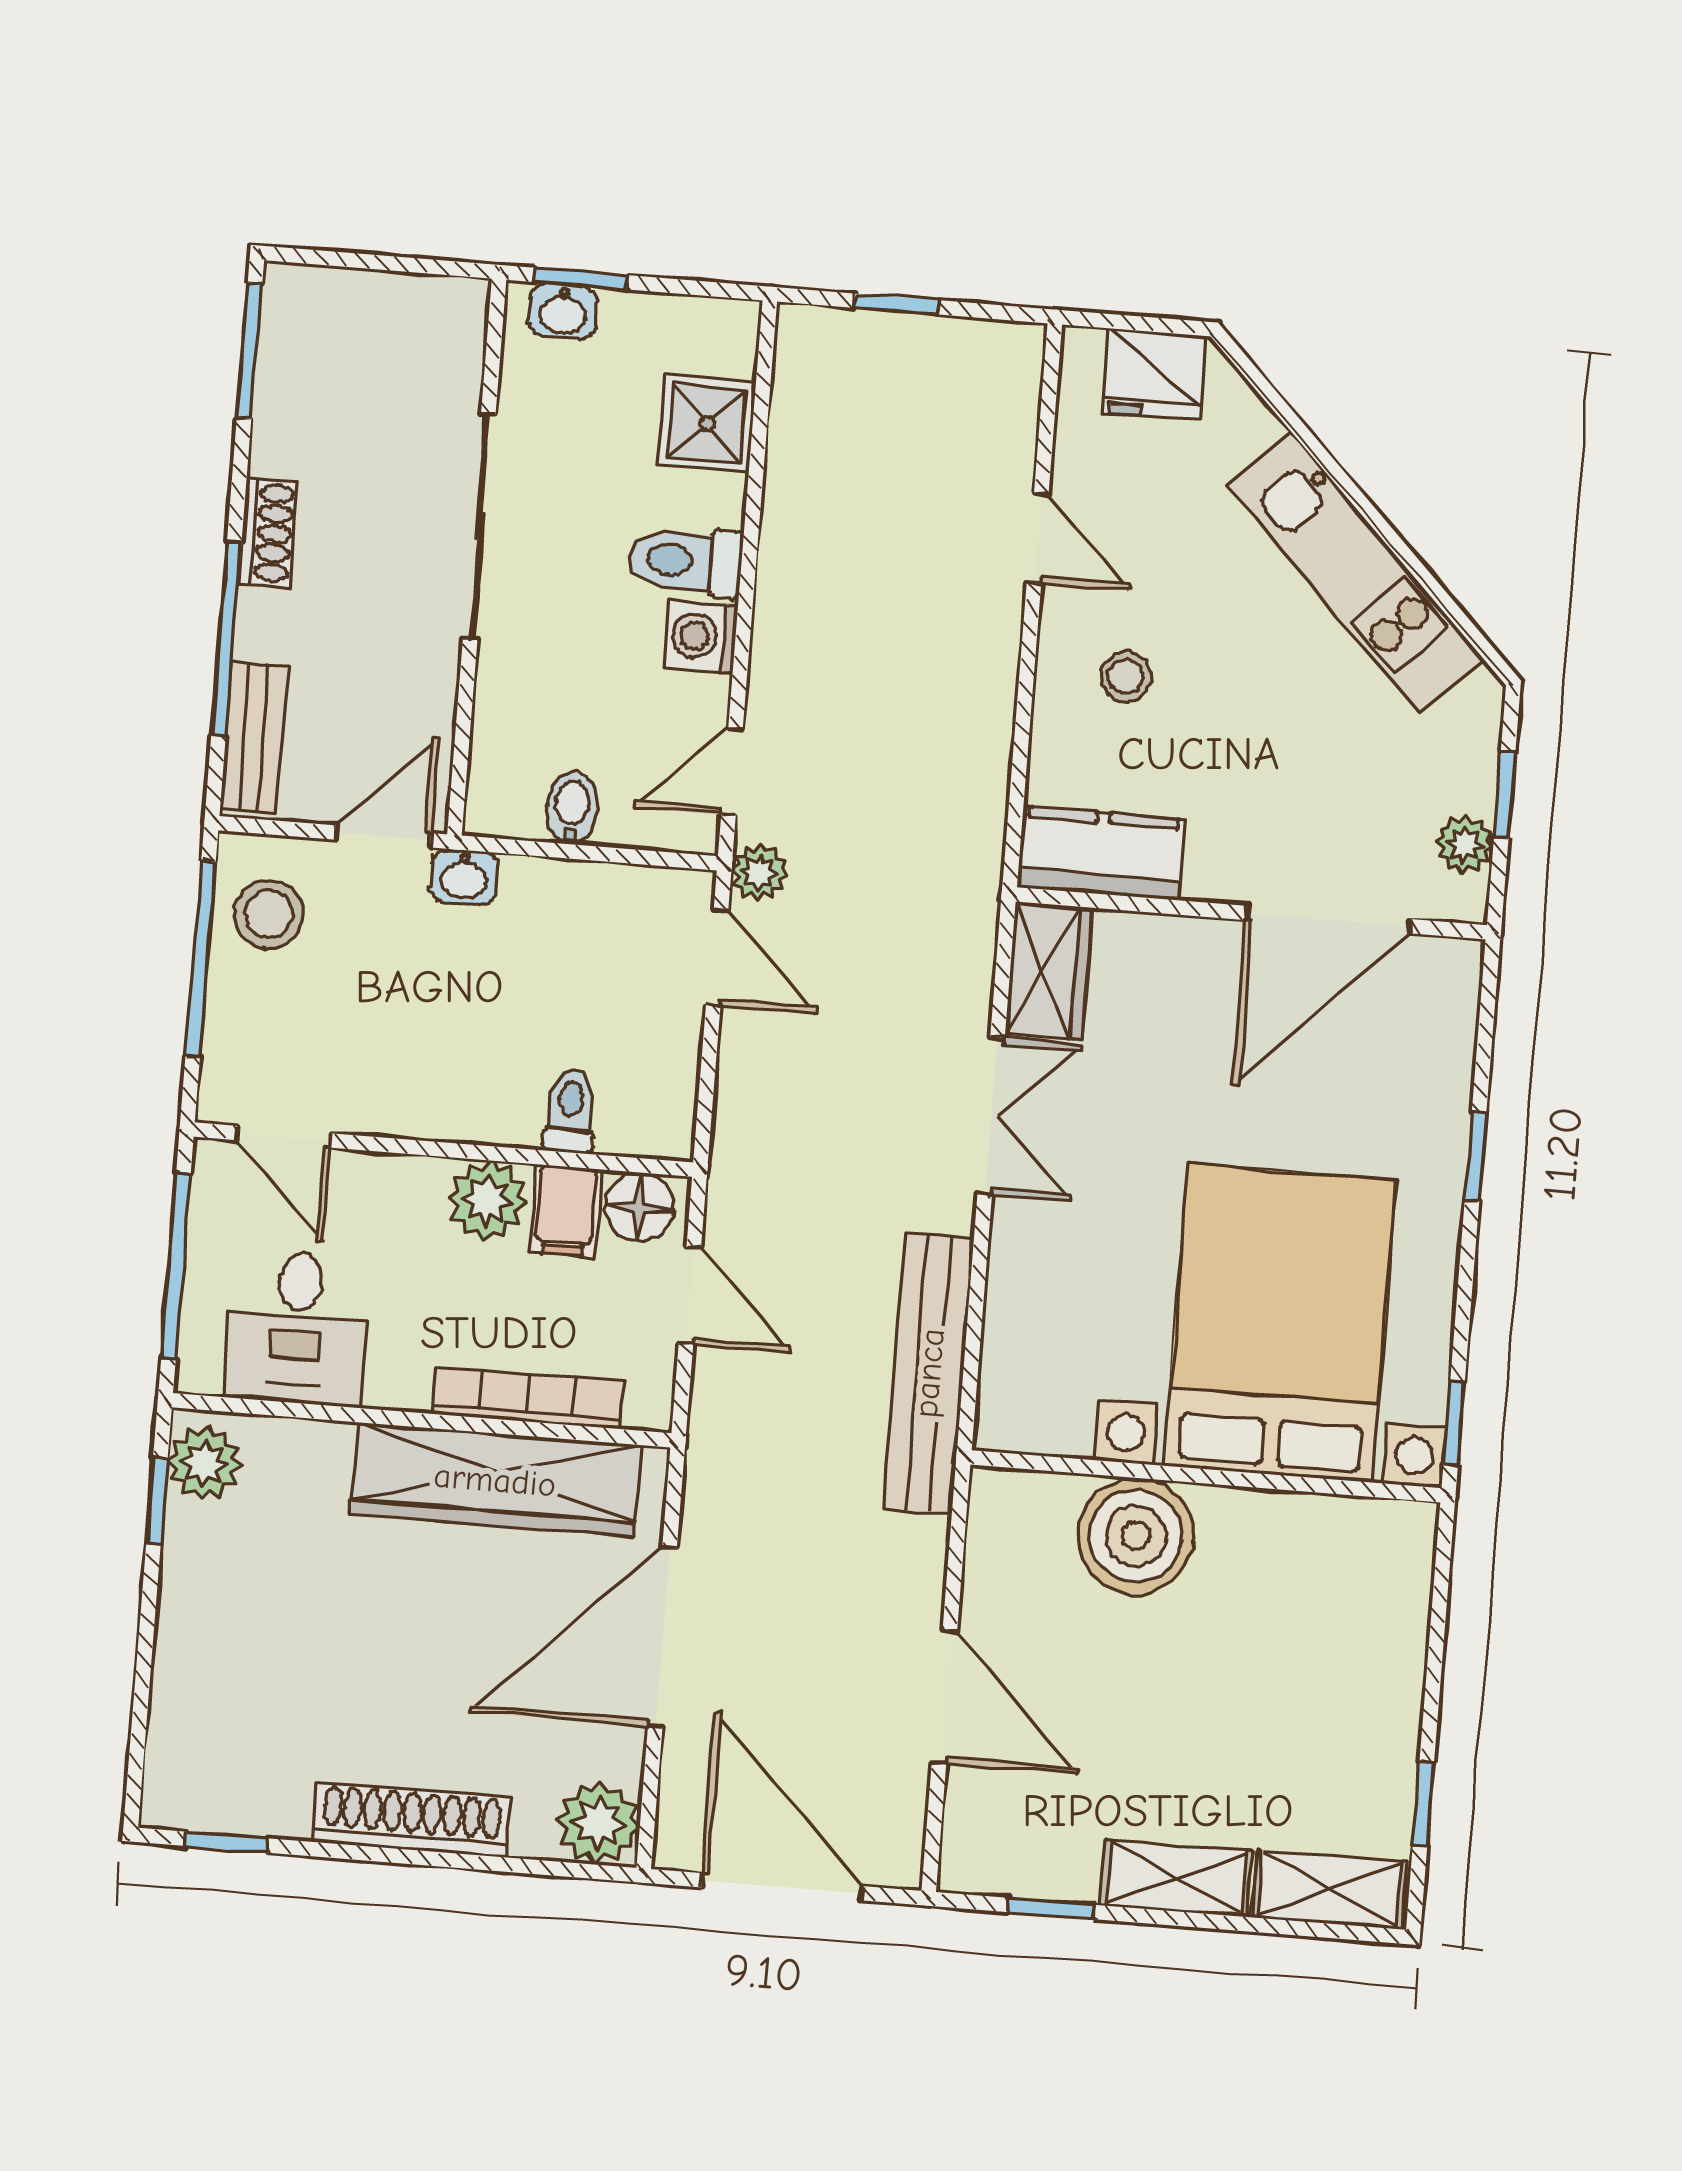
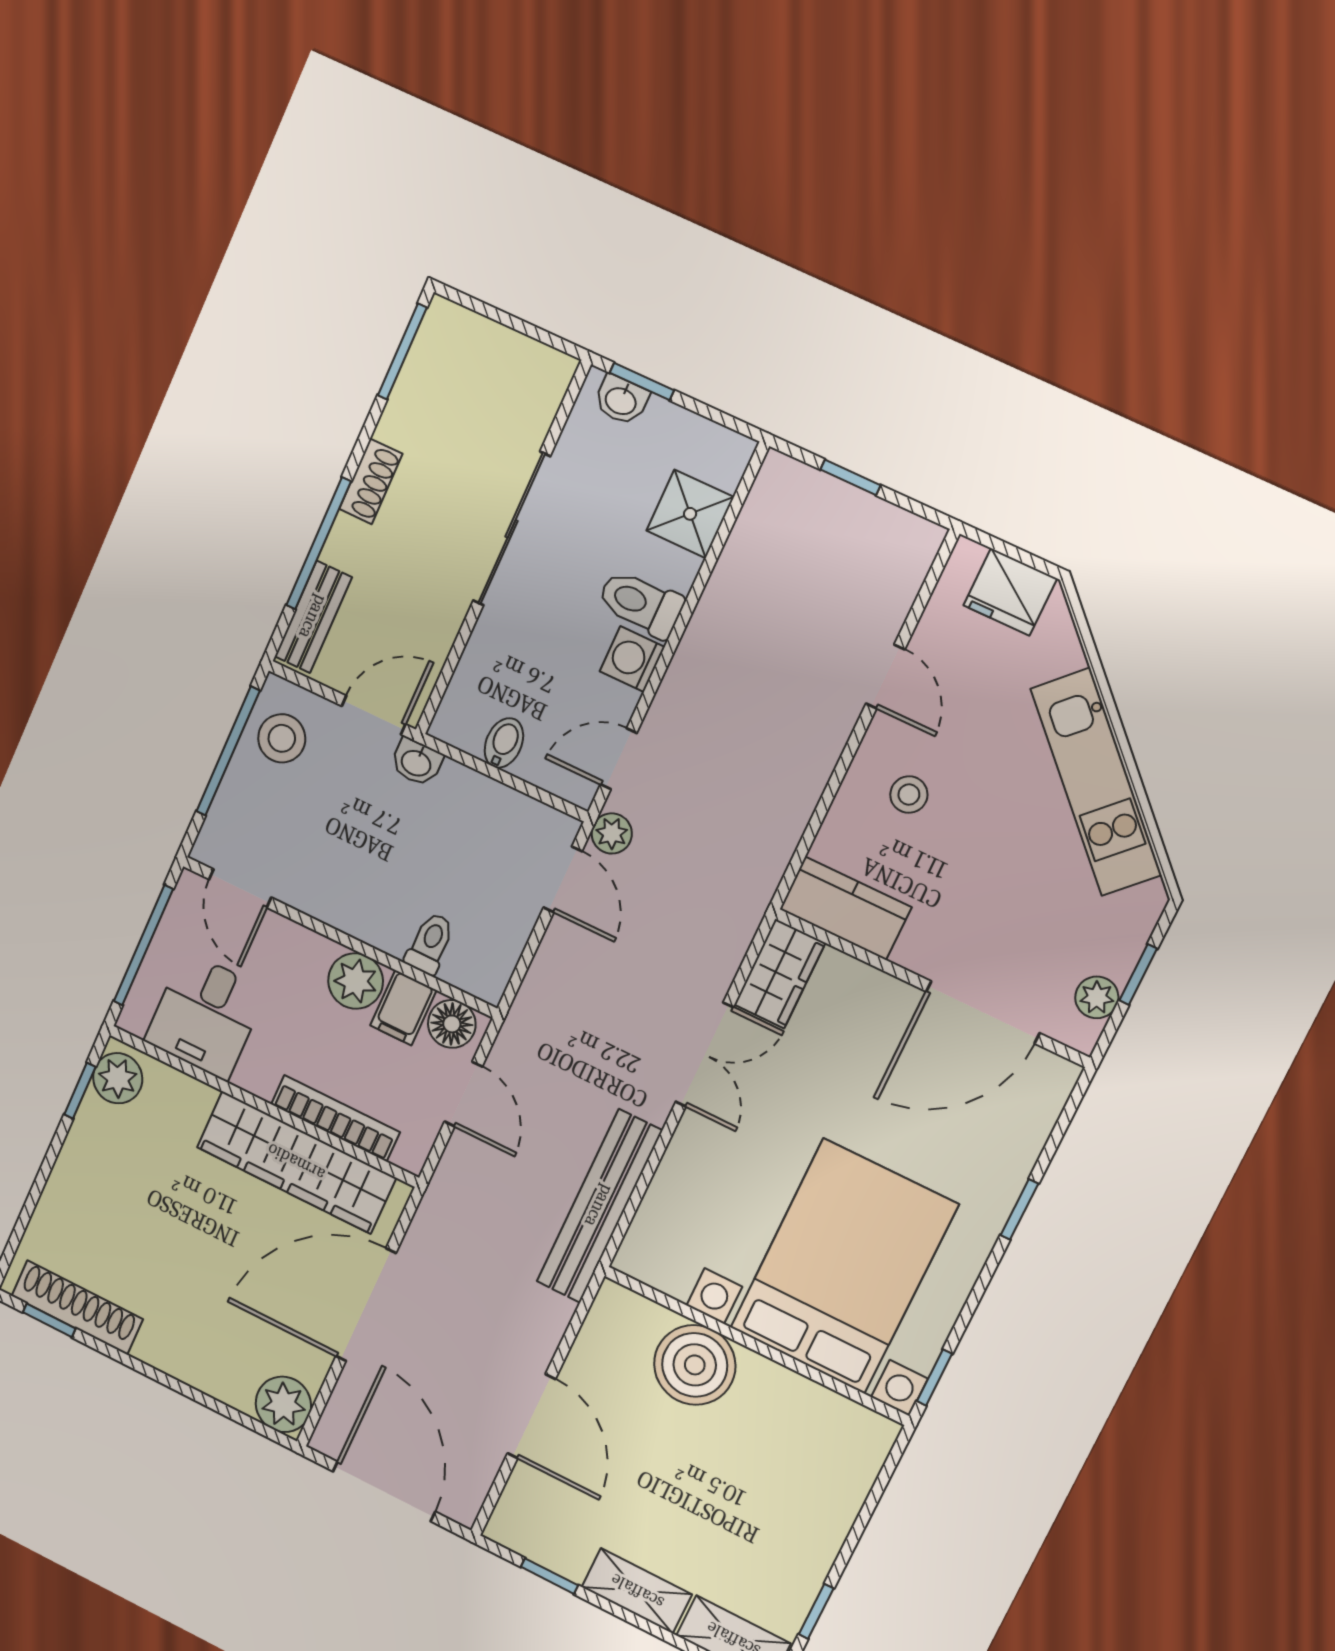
shoe rack: (412, 1820) -> (77, 1308), moved

